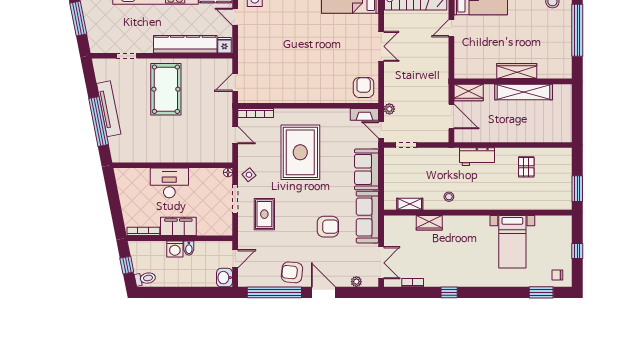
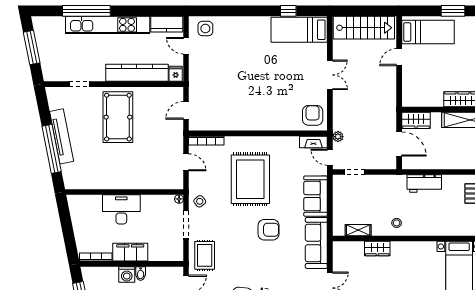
rug: (264, 214) -> (205, 255), moved
armchair: (328, 227) -> (269, 230), moved

